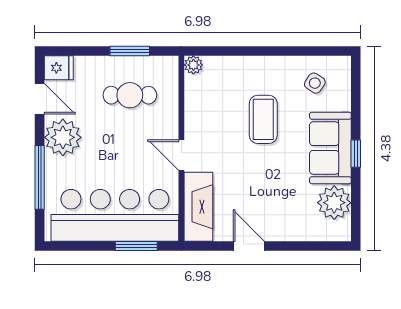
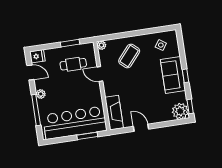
coffee table: (263, 119) -> (129, 56), moved, turned 41
plant: (63, 137) -> (41, 94), width x0.53, depth x0.53
door: (181, 155) -> (100, 74), moved
plant: (334, 203) -> (180, 111), moved
window: (356, 218) -> (190, 106), added

